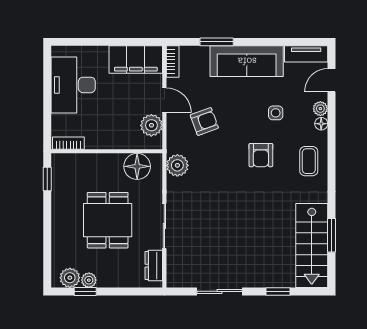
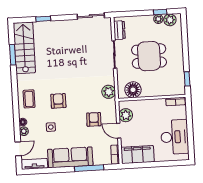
window: (217, 42) -> (89, 168), width x1.44
armchair: (204, 121) -> (94, 119), turned 111
dining table: (108, 220) -> (149, 56), turned 90
sliding door: (220, 291) -> (91, 16), moved

